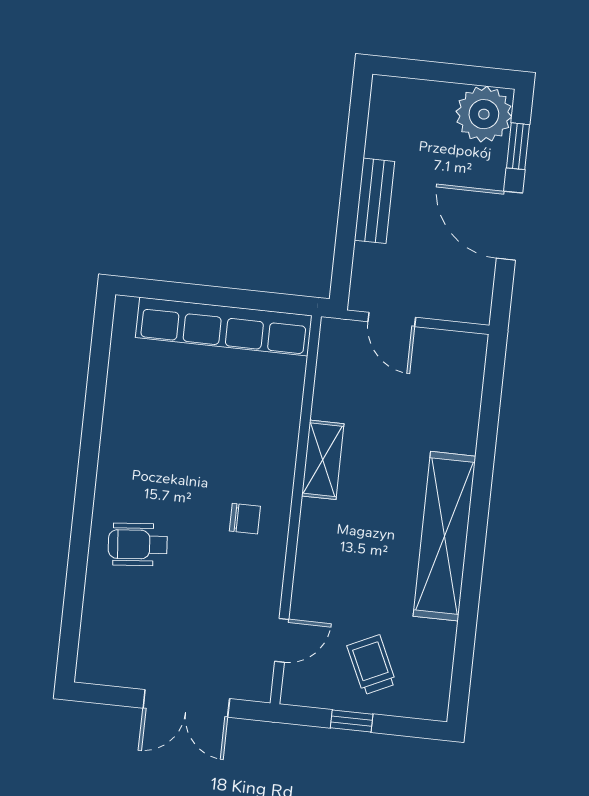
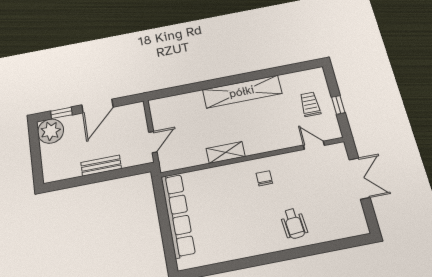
trolley: (372, 665) -> (310, 104), turned 115

